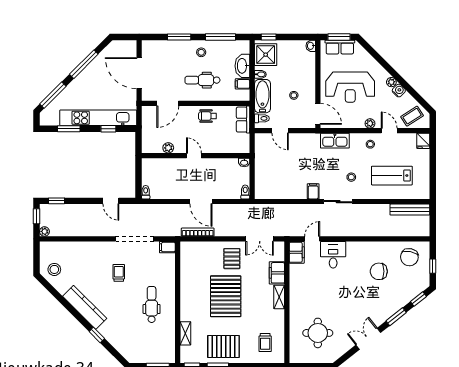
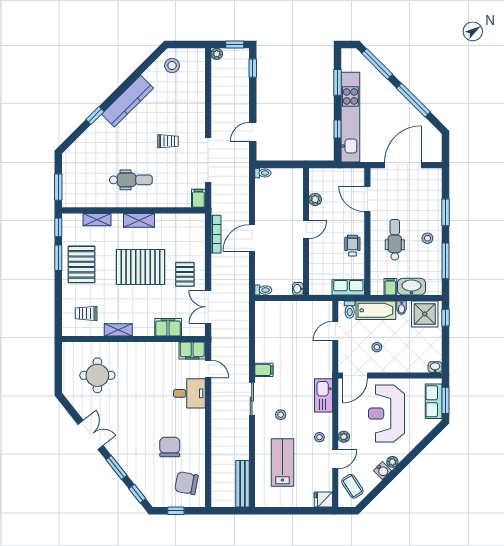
pallet: (232, 259) -> (185, 274), turned 90
shelving: (279, 297) -> (118, 330), moved
shelving: (186, 298) -> (139, 220), added

